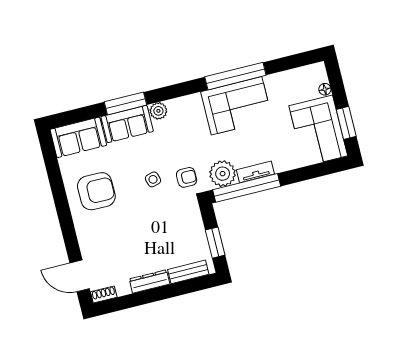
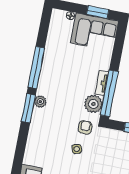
window: (125, 103) -> (28, 108), moved
corner sofa: (237, 106) -> (55, 76), removed
plant: (158, 111) -> (40, 102), moved
sofa: (127, 124) -> (35, 149), removed

